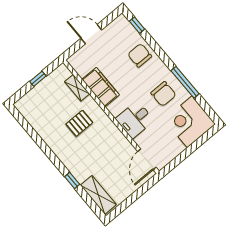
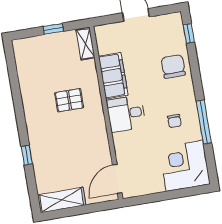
shelving: (77, 88) -> (85, 44), moved
chair: (163, 94) -> (174, 121), width x0.54, depth x0.54
desk: (135, 120) -> (126, 114), moved
shelving: (98, 195) -> (62, 200), moved, turned 90

